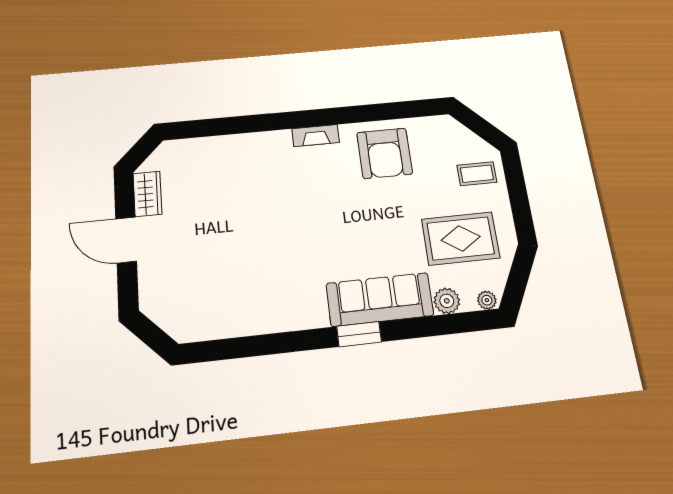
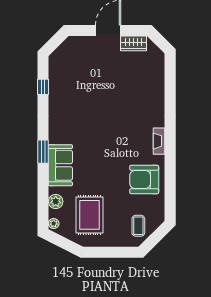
coffee table: (477, 174) -> (138, 226), moved
sofa: (380, 299) -> (60, 165), width x0.73
window: (238, 348) -> (43, 87), added

